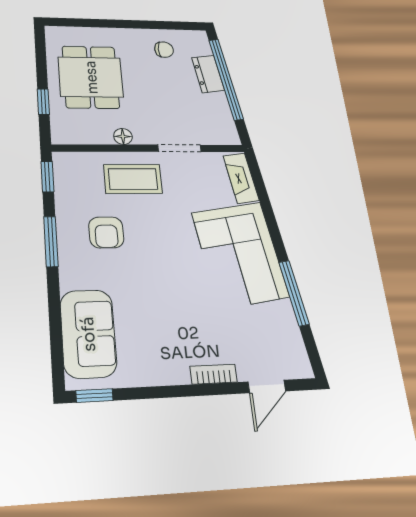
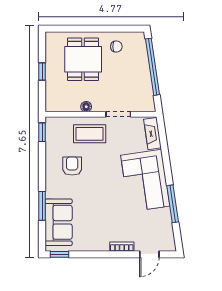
dresser: (208, 74) -> (142, 63), removed
dining table: (91, 77) -> (83, 59), moved
window: (43, 102) -> (42, 72), moved
armchair: (106, 232) -> (72, 166), turned 180
window: (51, 241) -> (42, 206), moved

